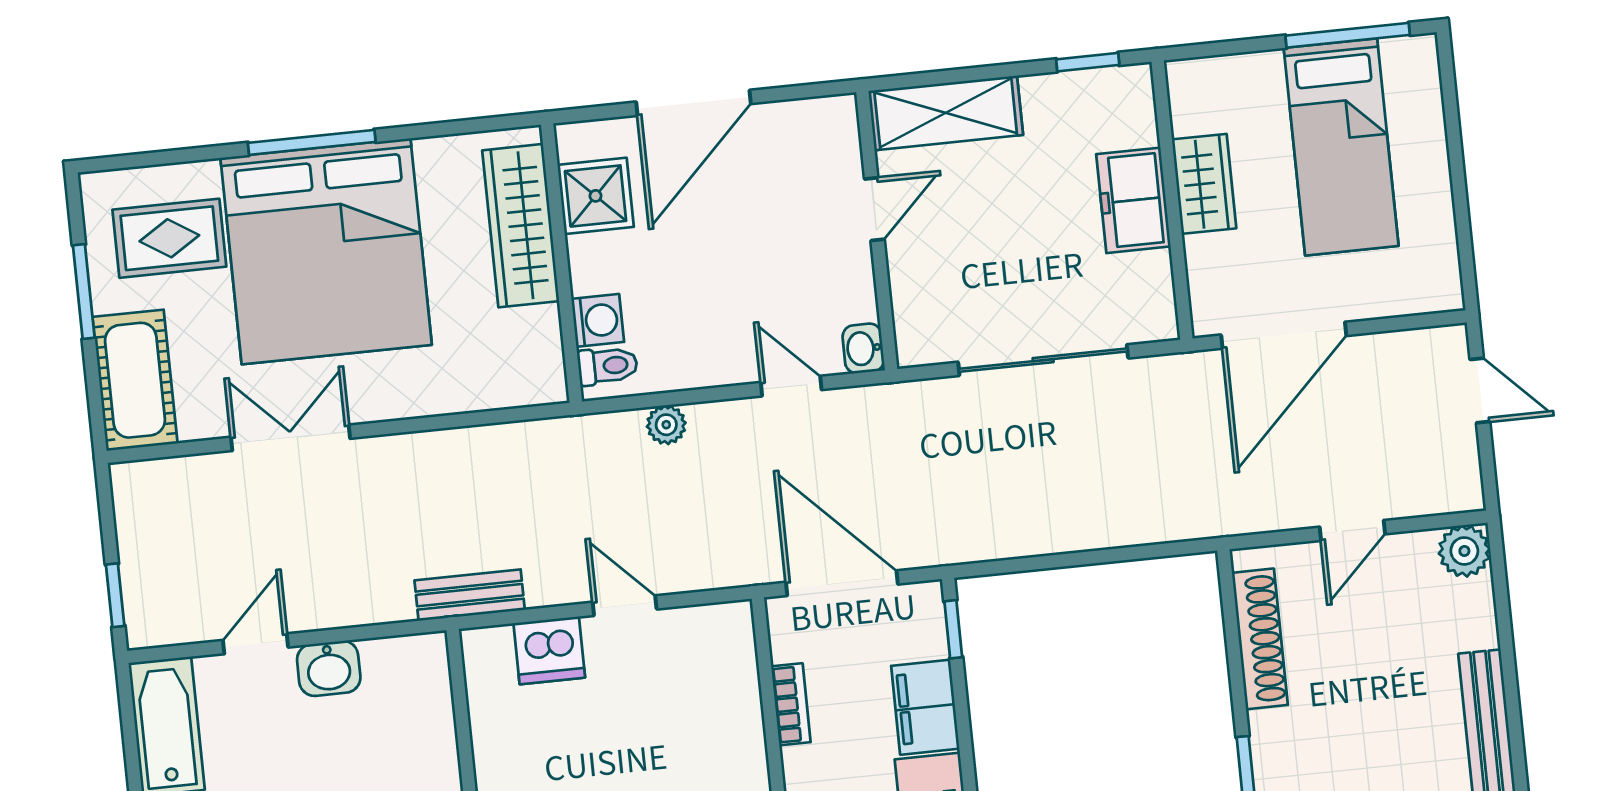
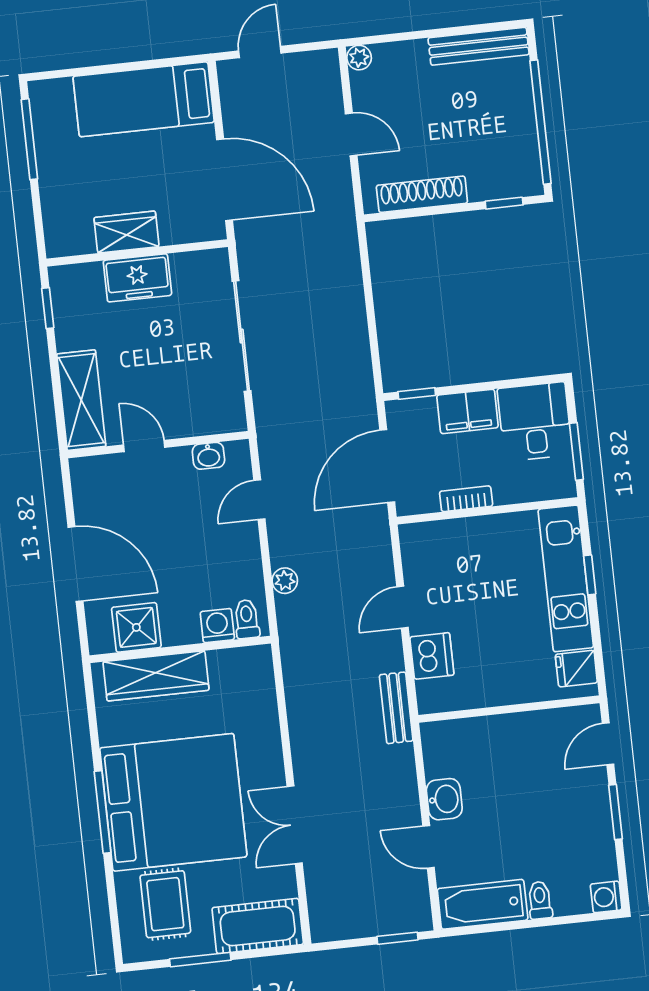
bed: (1341, 147) -> (144, 99), moved, turned 180
washbasin: (863, 348) -> (208, 456), moved
plant: (1464, 551) -> (359, 58), width x0.73, depth x0.73

